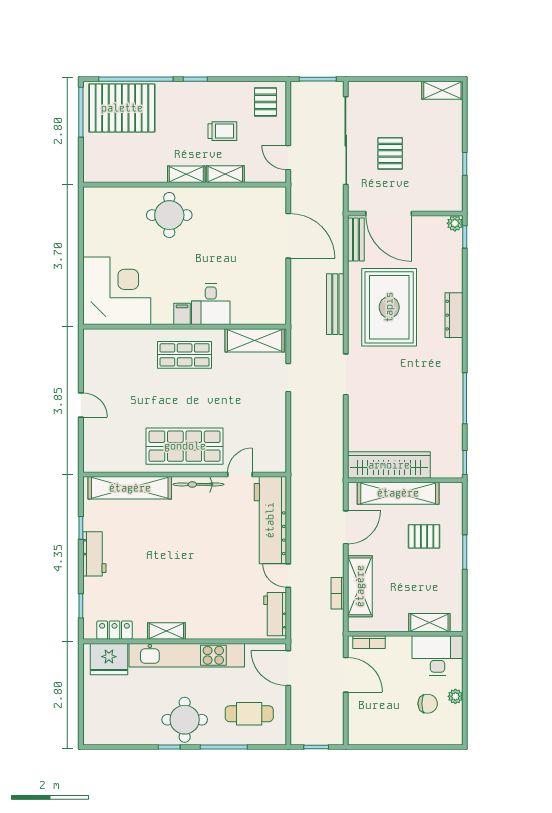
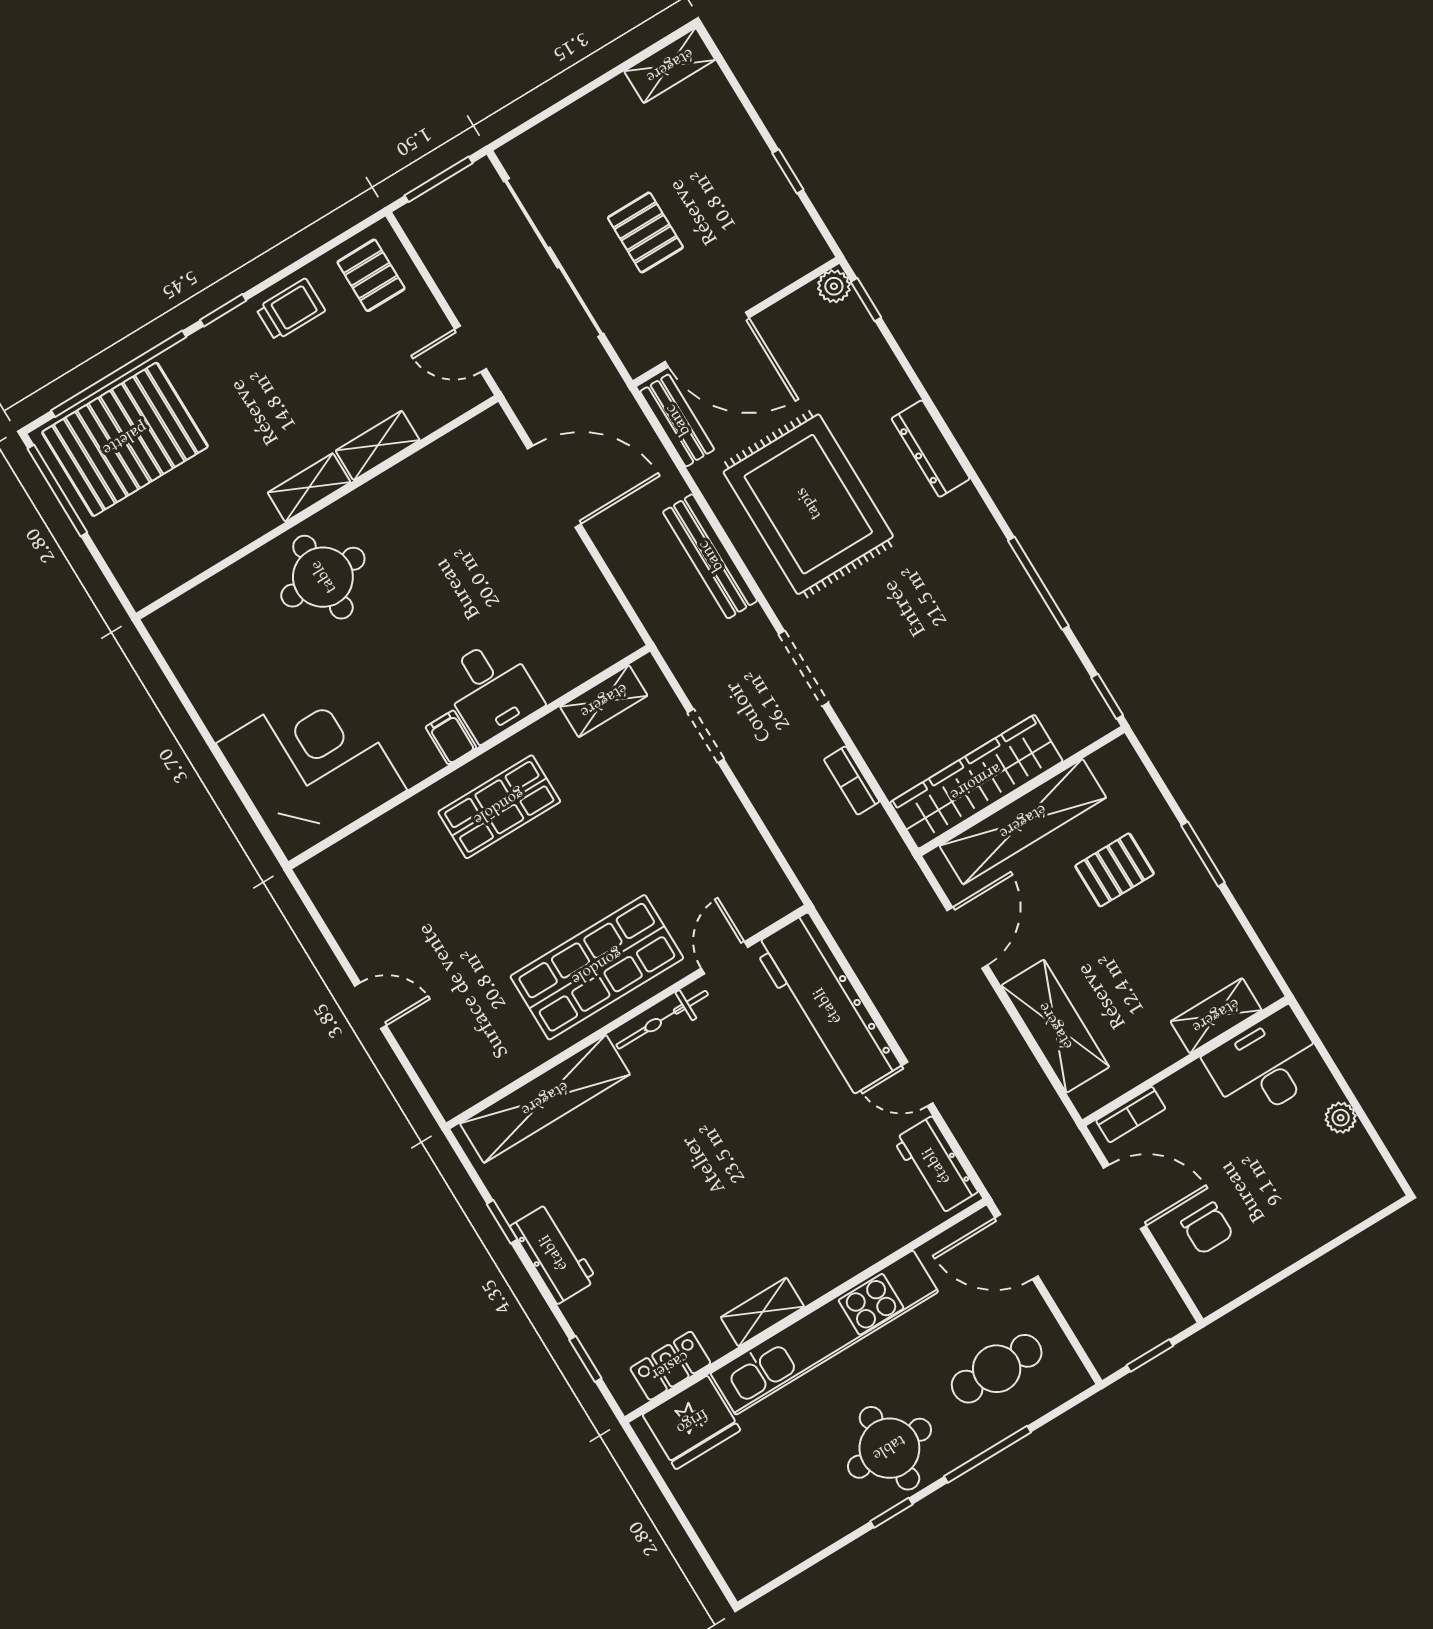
trolley: (222, 131) -> (291, 310), moved
shelving: (255, 340) -> (604, 701), width x0.67, depth x0.75
bookcase: (337, 593) -> (852, 780), moved
chair: (428, 704) -> (1207, 1228), moved, turned 90

